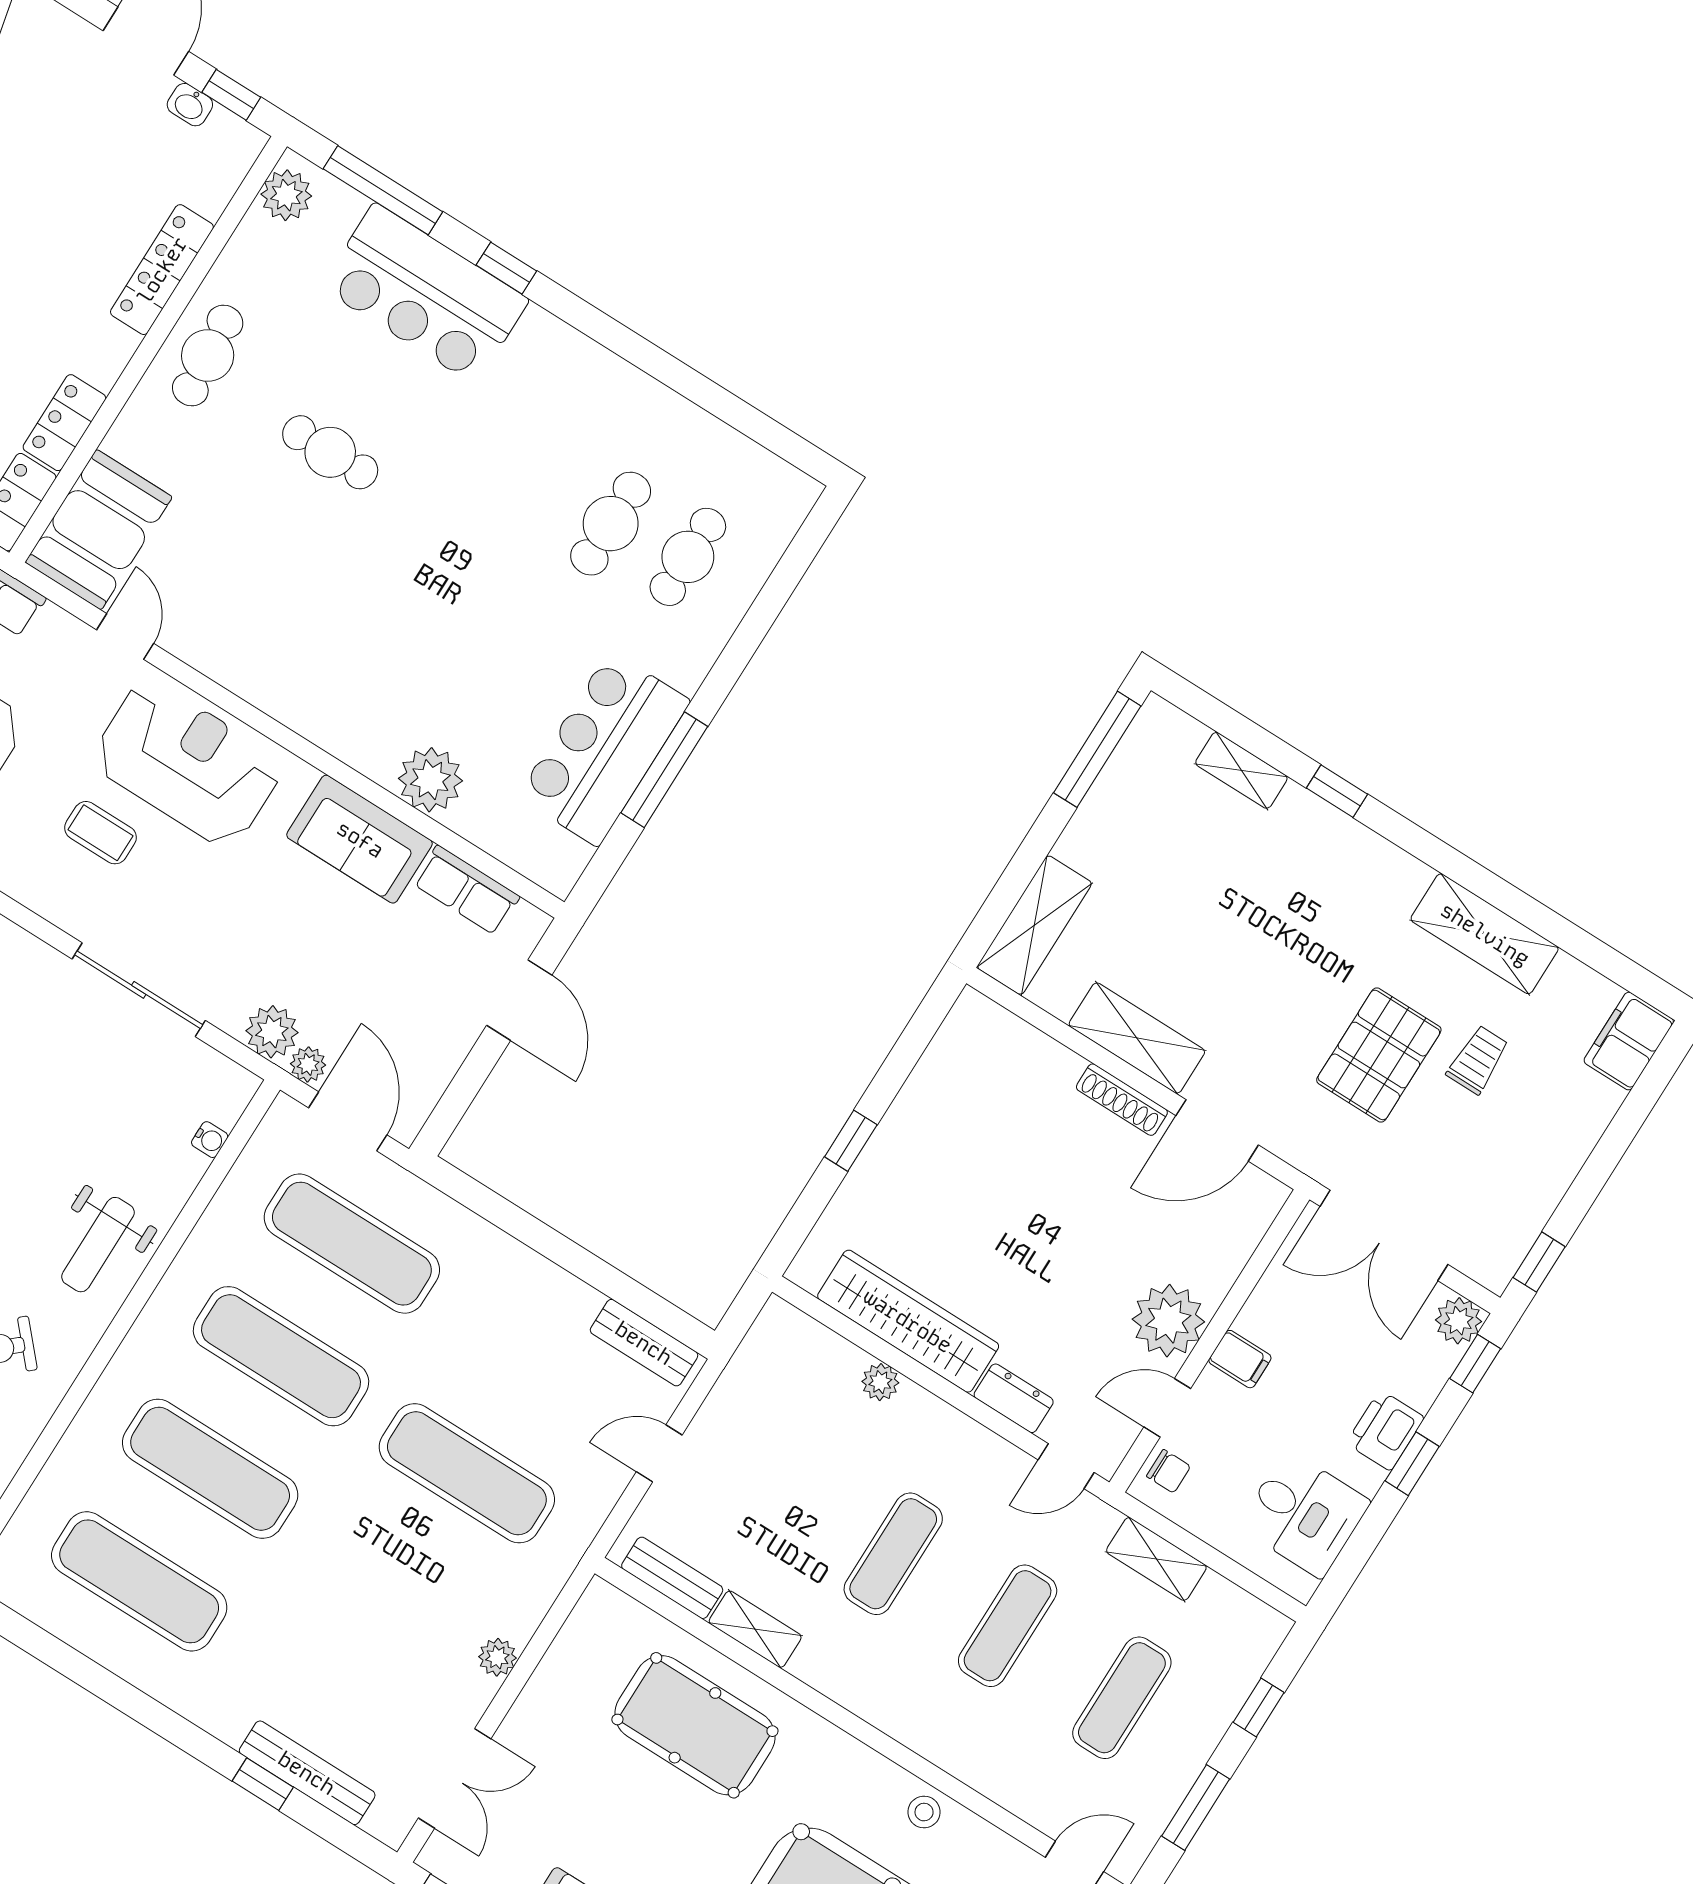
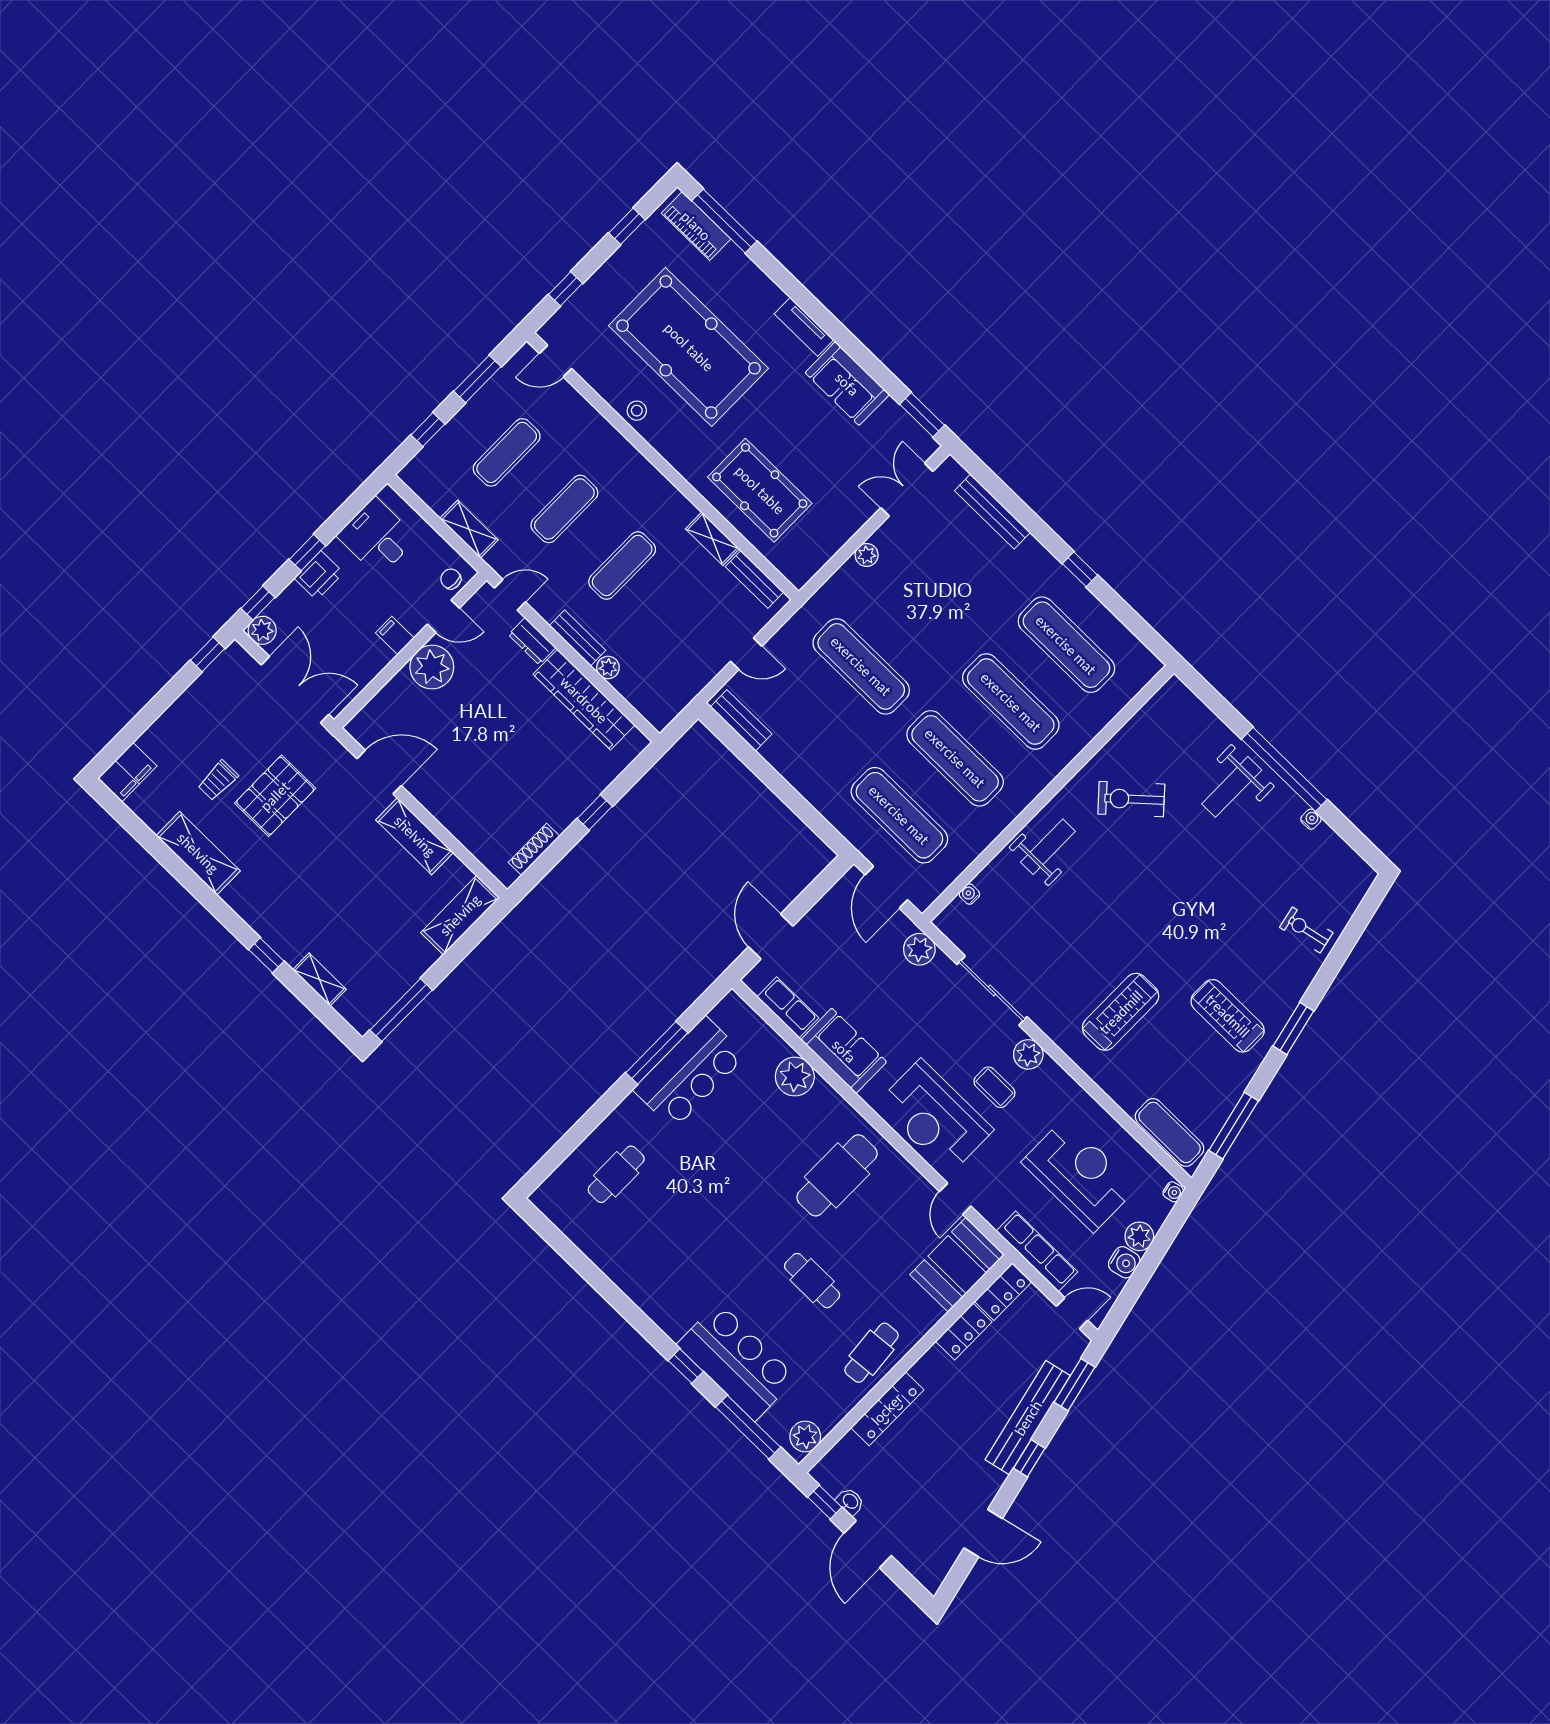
cafe table: (611, 524) -> (837, 1175), moved, width x1.37, depth x1.35
plant: (308, 1064) -> (1028, 1054), moved, width x1.38, depth x1.38
shoe rack: (1122, 1100) -> (534, 849), moved, turned -90
bench: (940, 1420) -> (578, 638), added
window: (263, 1784) -> (1080, 569), moved

